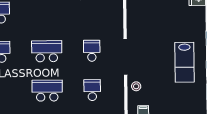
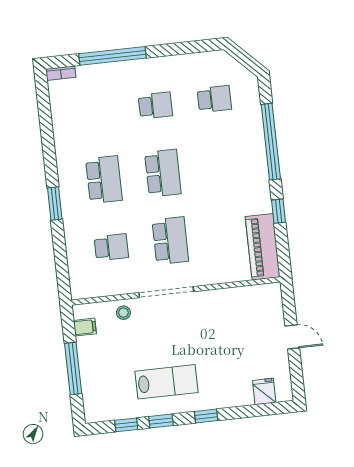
school desk: (92, 51) -> (170, 241), width x1.85
lab bench: (185, 62) -> (167, 382), turned 180

